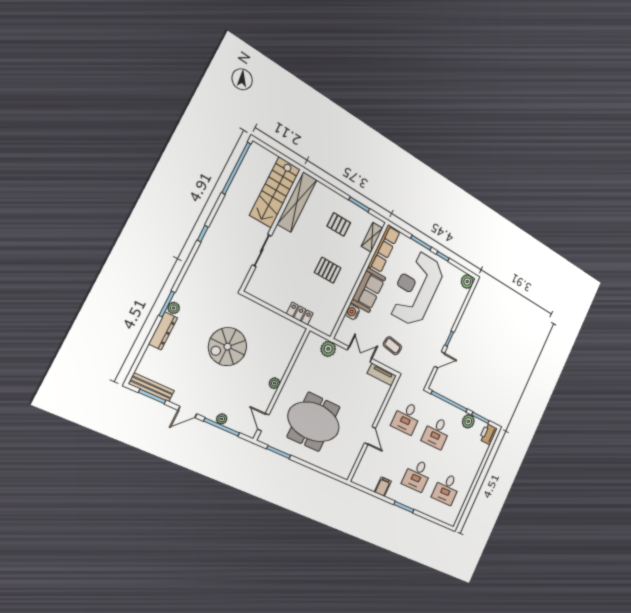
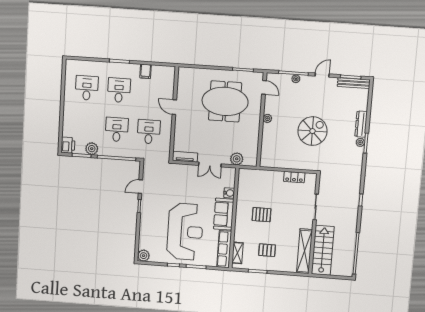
locker: (300, 313) -> (294, 177), moved
coffee table: (392, 346) -> (186, 181), removed

